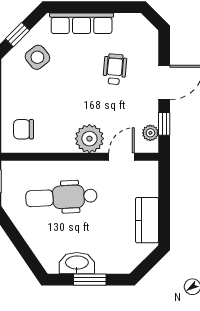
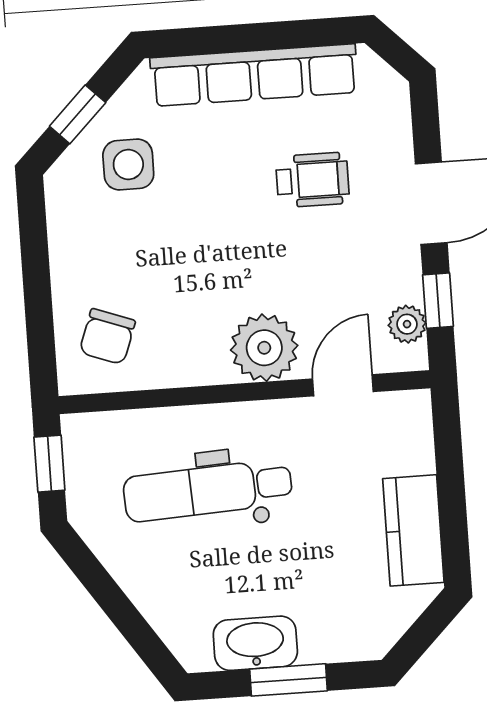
row of seats: (82, 23) -> (254, 75), width x1.36
side table: (37, 57) -> (128, 164), turned 38
wheelchair: (115, 69) -> (312, 180), turned 85
chair: (24, 129) -> (107, 337), turned -70

